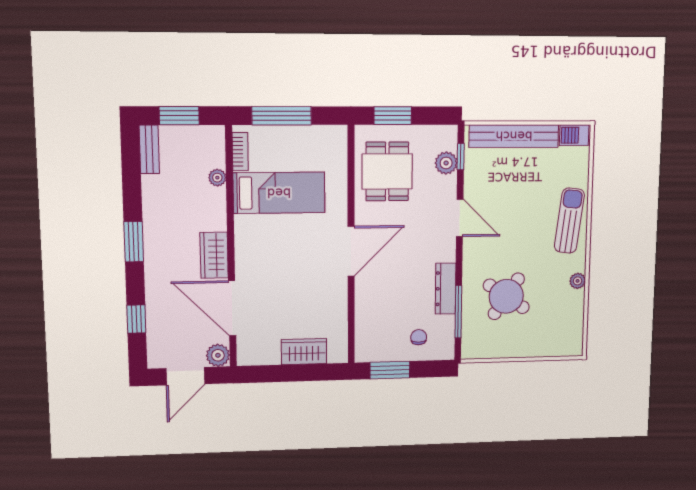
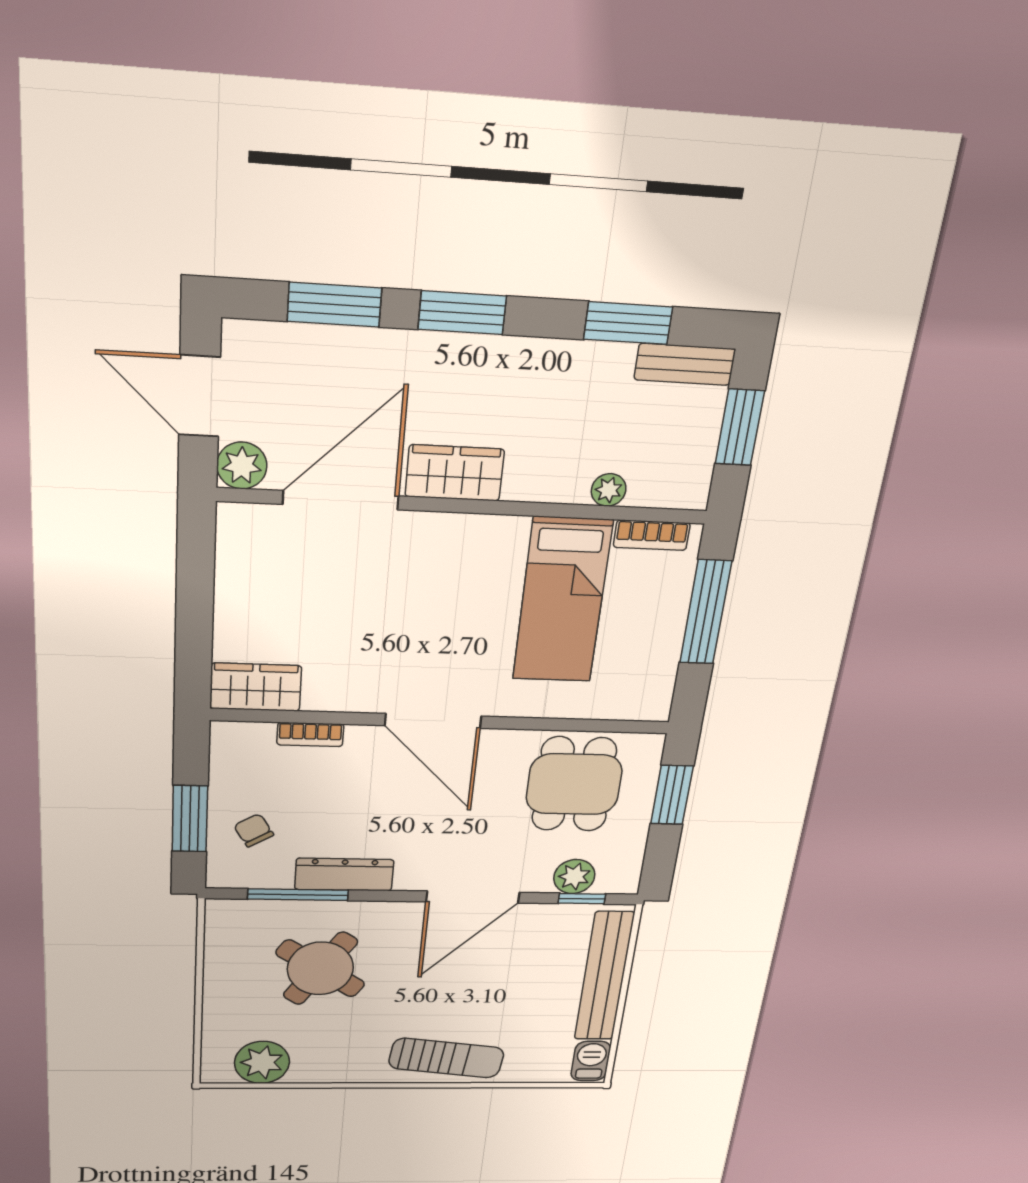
dining table: (387, 171) -> (574, 784), turned 90
window: (132, 181) -> (628, 323), added
door: (460, 218) -> (473, 897), width x1.36
window: (134, 242) -> (462, 313), moved
plant: (578, 281) -> (262, 1062), moved, width x1.88, depth x1.88
bookcase: (361, 313) -> (310, 734), added
window: (136, 319) -> (334, 305), width x1.50
chair: (419, 337) -> (254, 830), turned -121
wardrobe: (304, 352) -> (256, 687), moved, turned -90
window: (390, 370) -> (190, 819), moved

